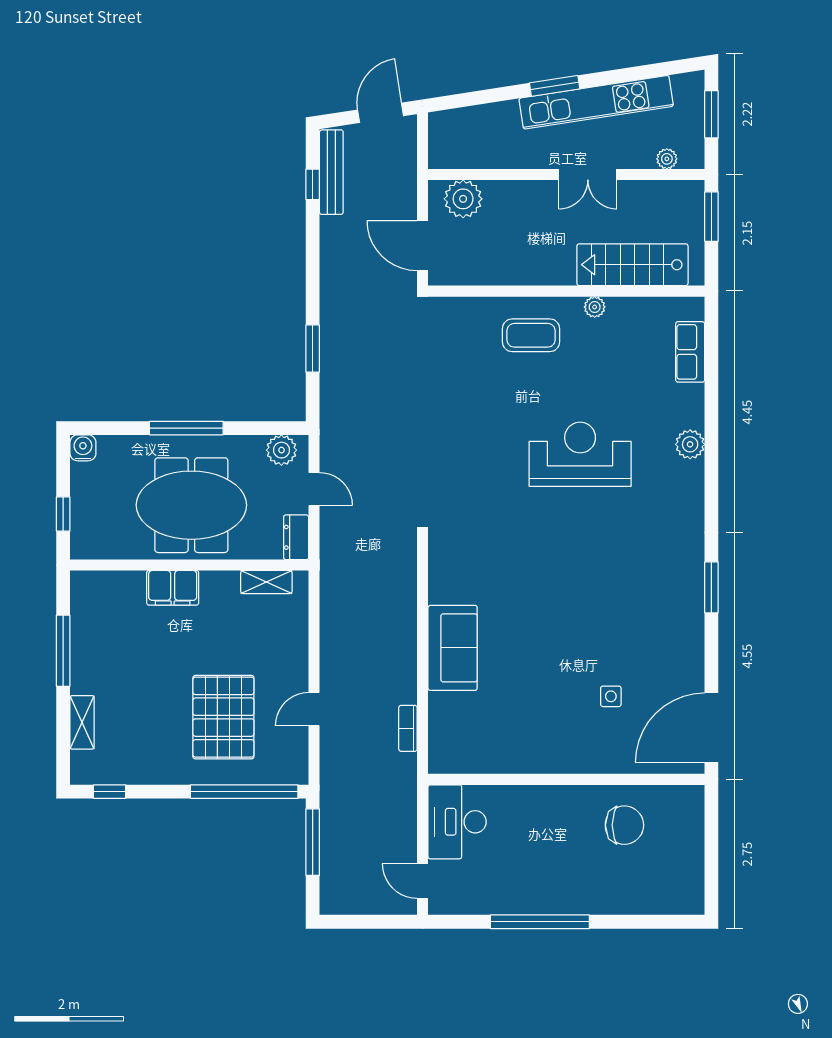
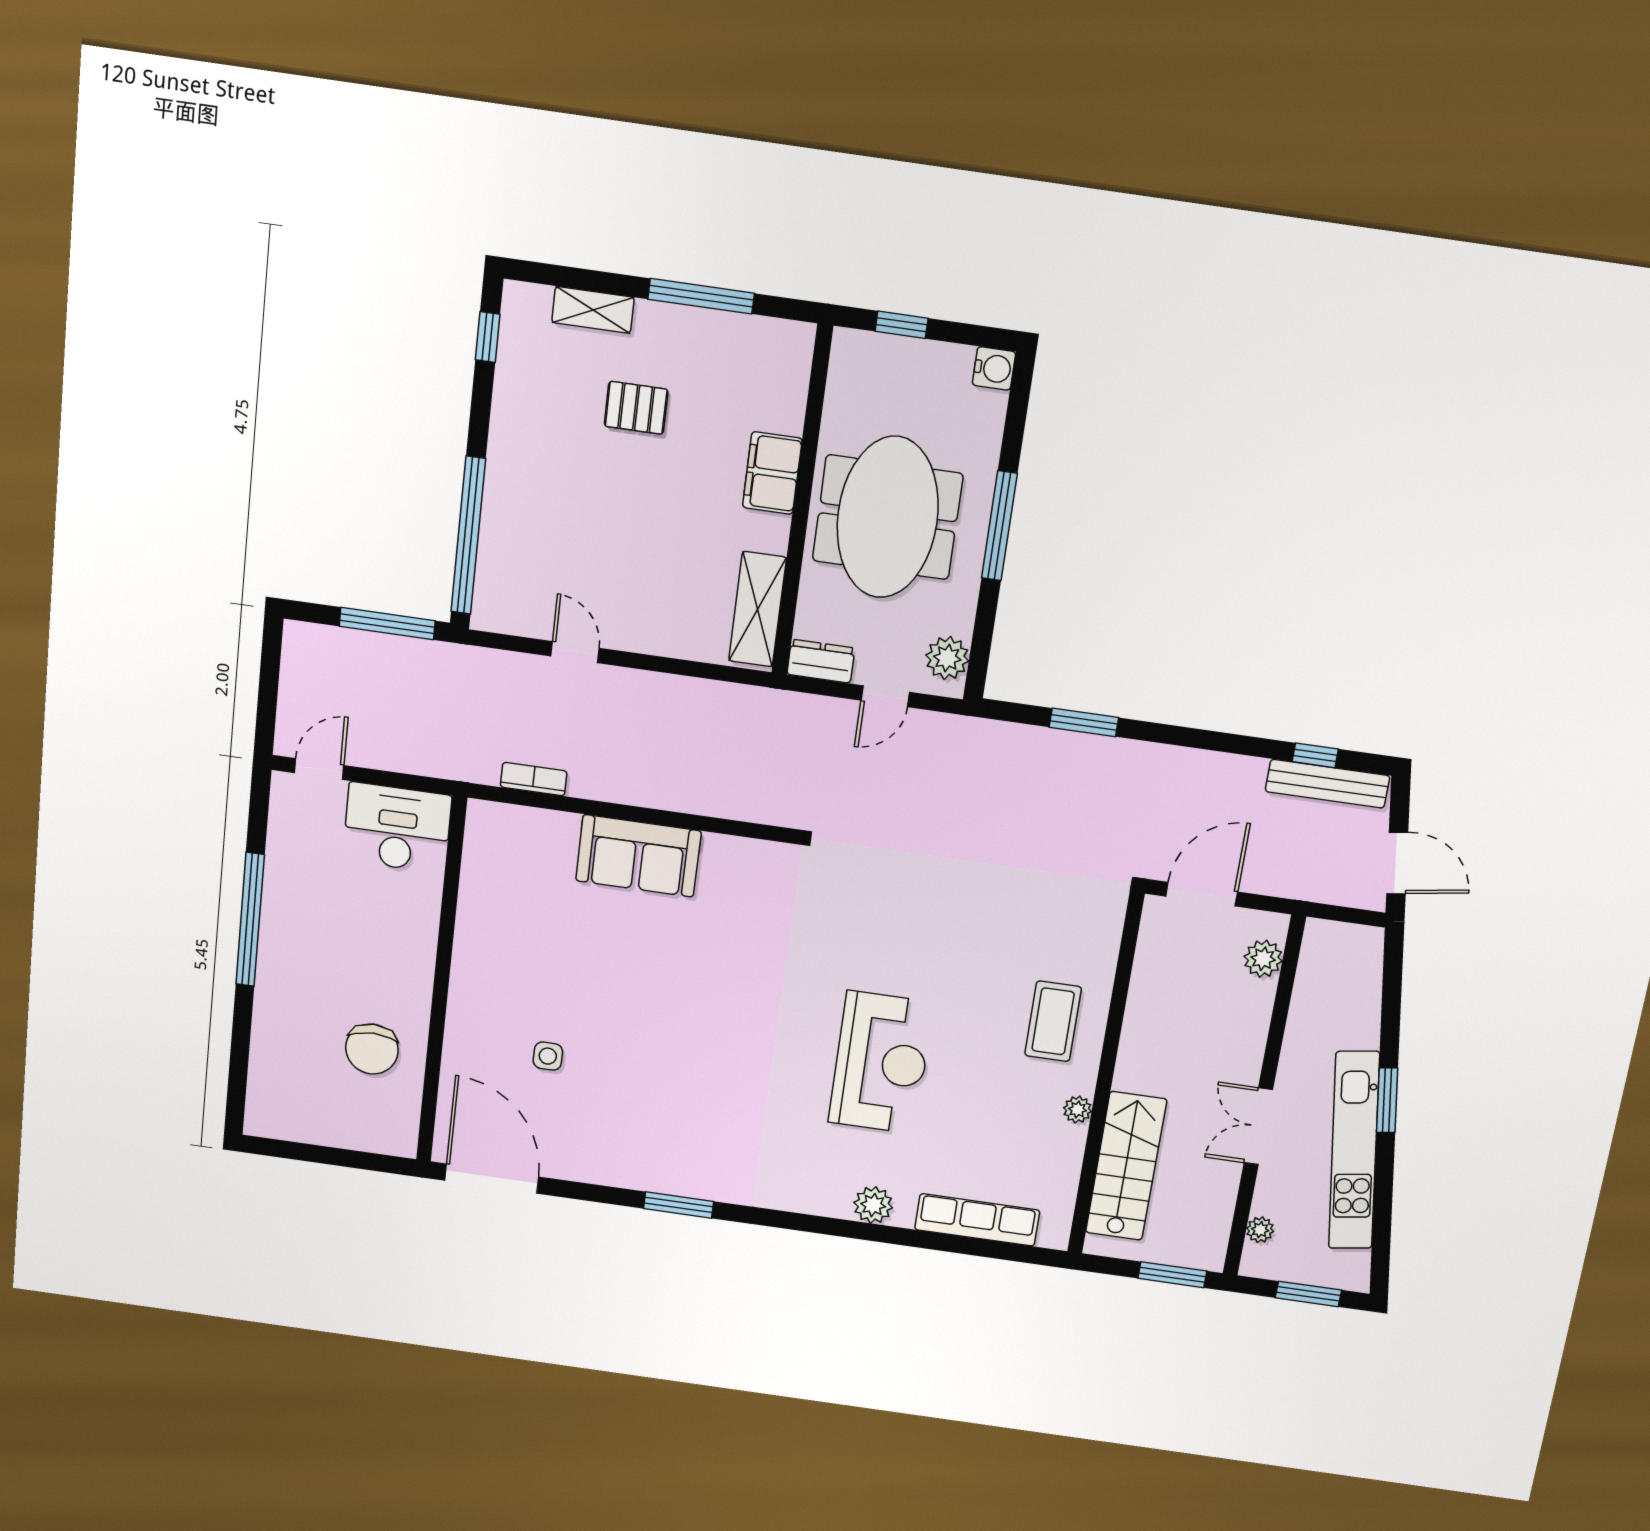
plant: (463, 199) -> (1263, 959), width x0.73, depth x0.73
row of seats: (690, 352) -> (977, 1220), width x1.48
shelving: (266, 582) -> (758, 609), width x1.50, depth x1.33
pallet: (223, 717) -> (636, 408), moved, width x0.49, depth x0.50

